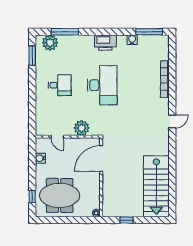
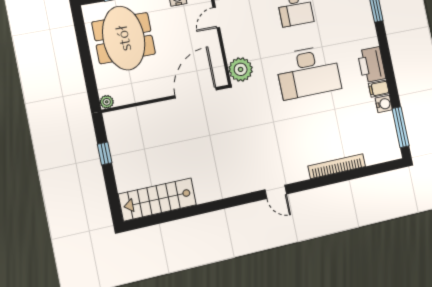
filing cabinet: (122, 41) -> (379, 89), added
plant: (82, 128) -> (241, 69), moved
door: (101, 159) -> (196, 93), hinge flipped
stairs: (156, 186) -> (157, 199), width x0.73, depth x0.66

